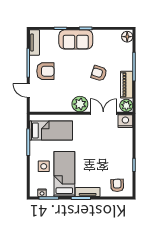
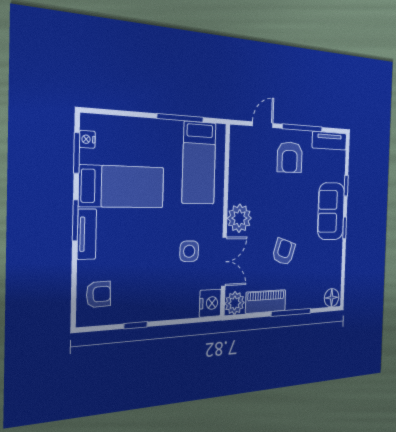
side table: (44, 166) -> (189, 251), moved

